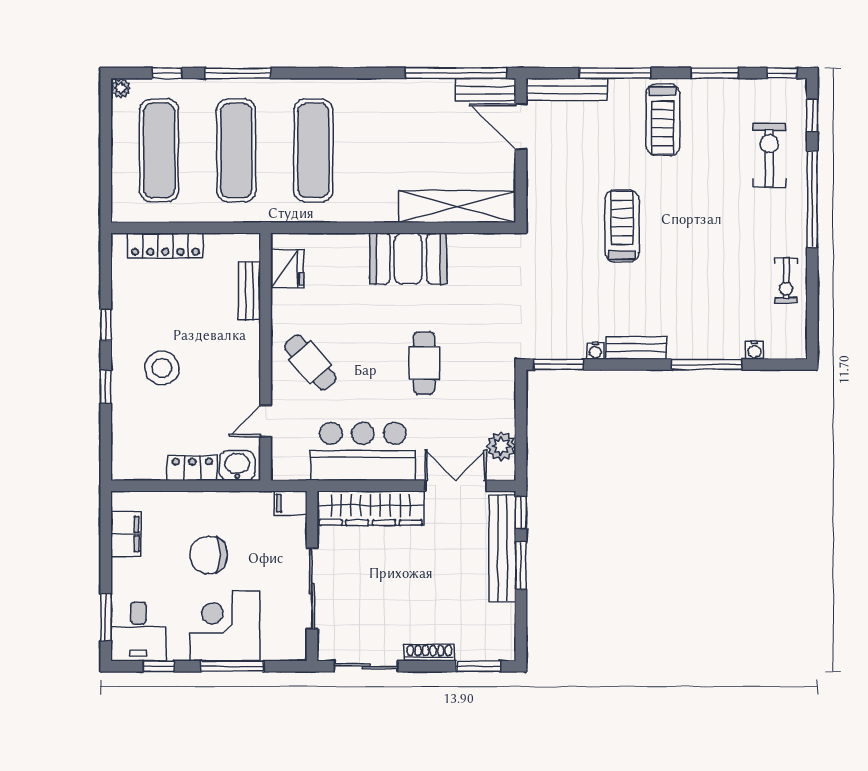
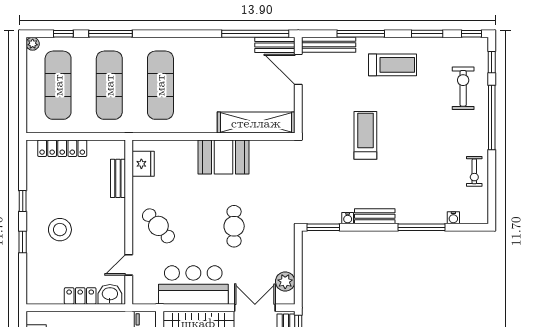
treadmill: (663, 120) -> (393, 65), turned -90

